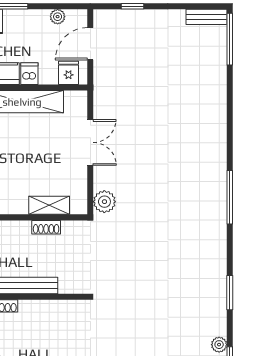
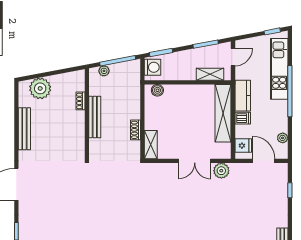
plant: (104, 202) -> (221, 171), moved
shelving: (49, 205) -> (151, 145), moved

